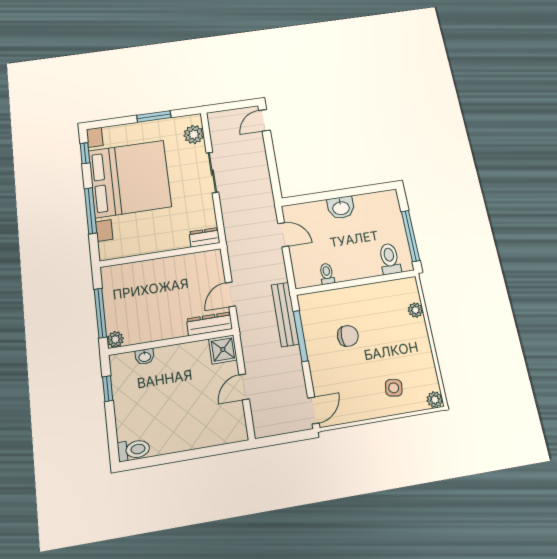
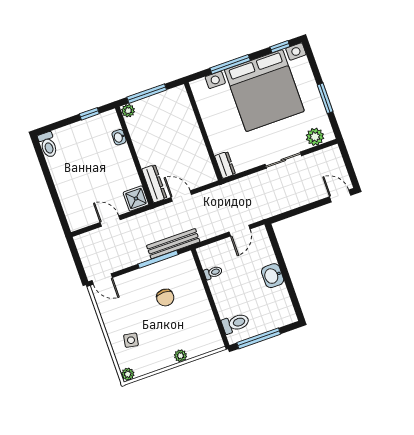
plant: (415, 310) -> (180, 356), moved

